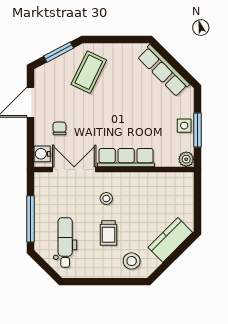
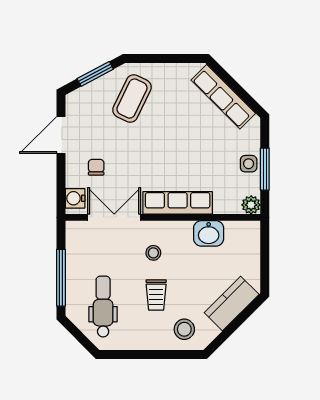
washbasin: (151, 183) -> (209, 233), added

